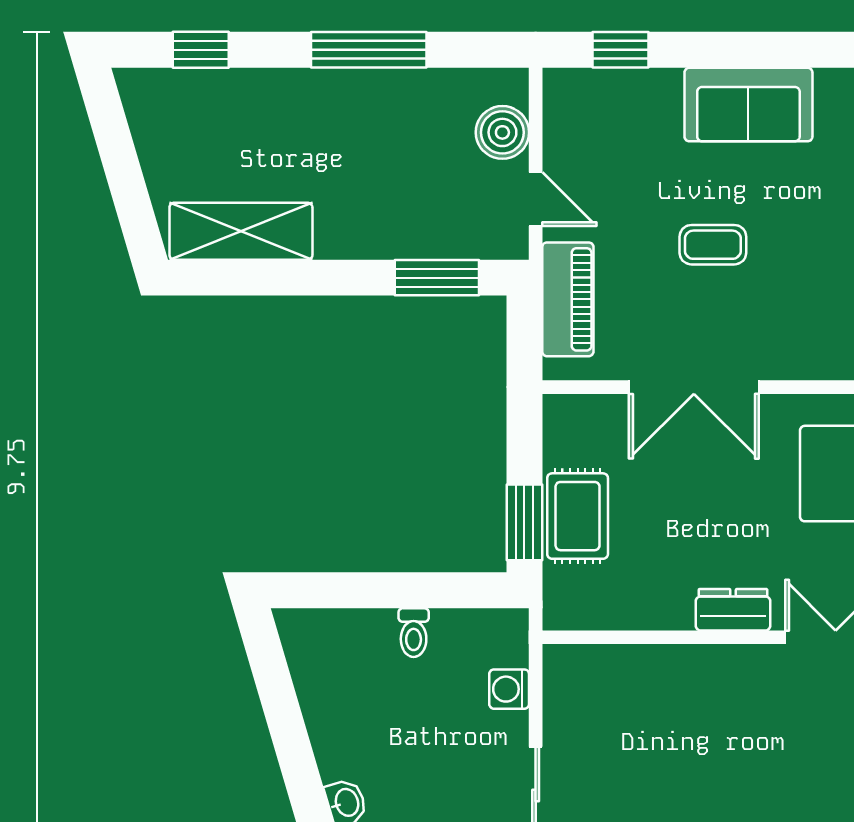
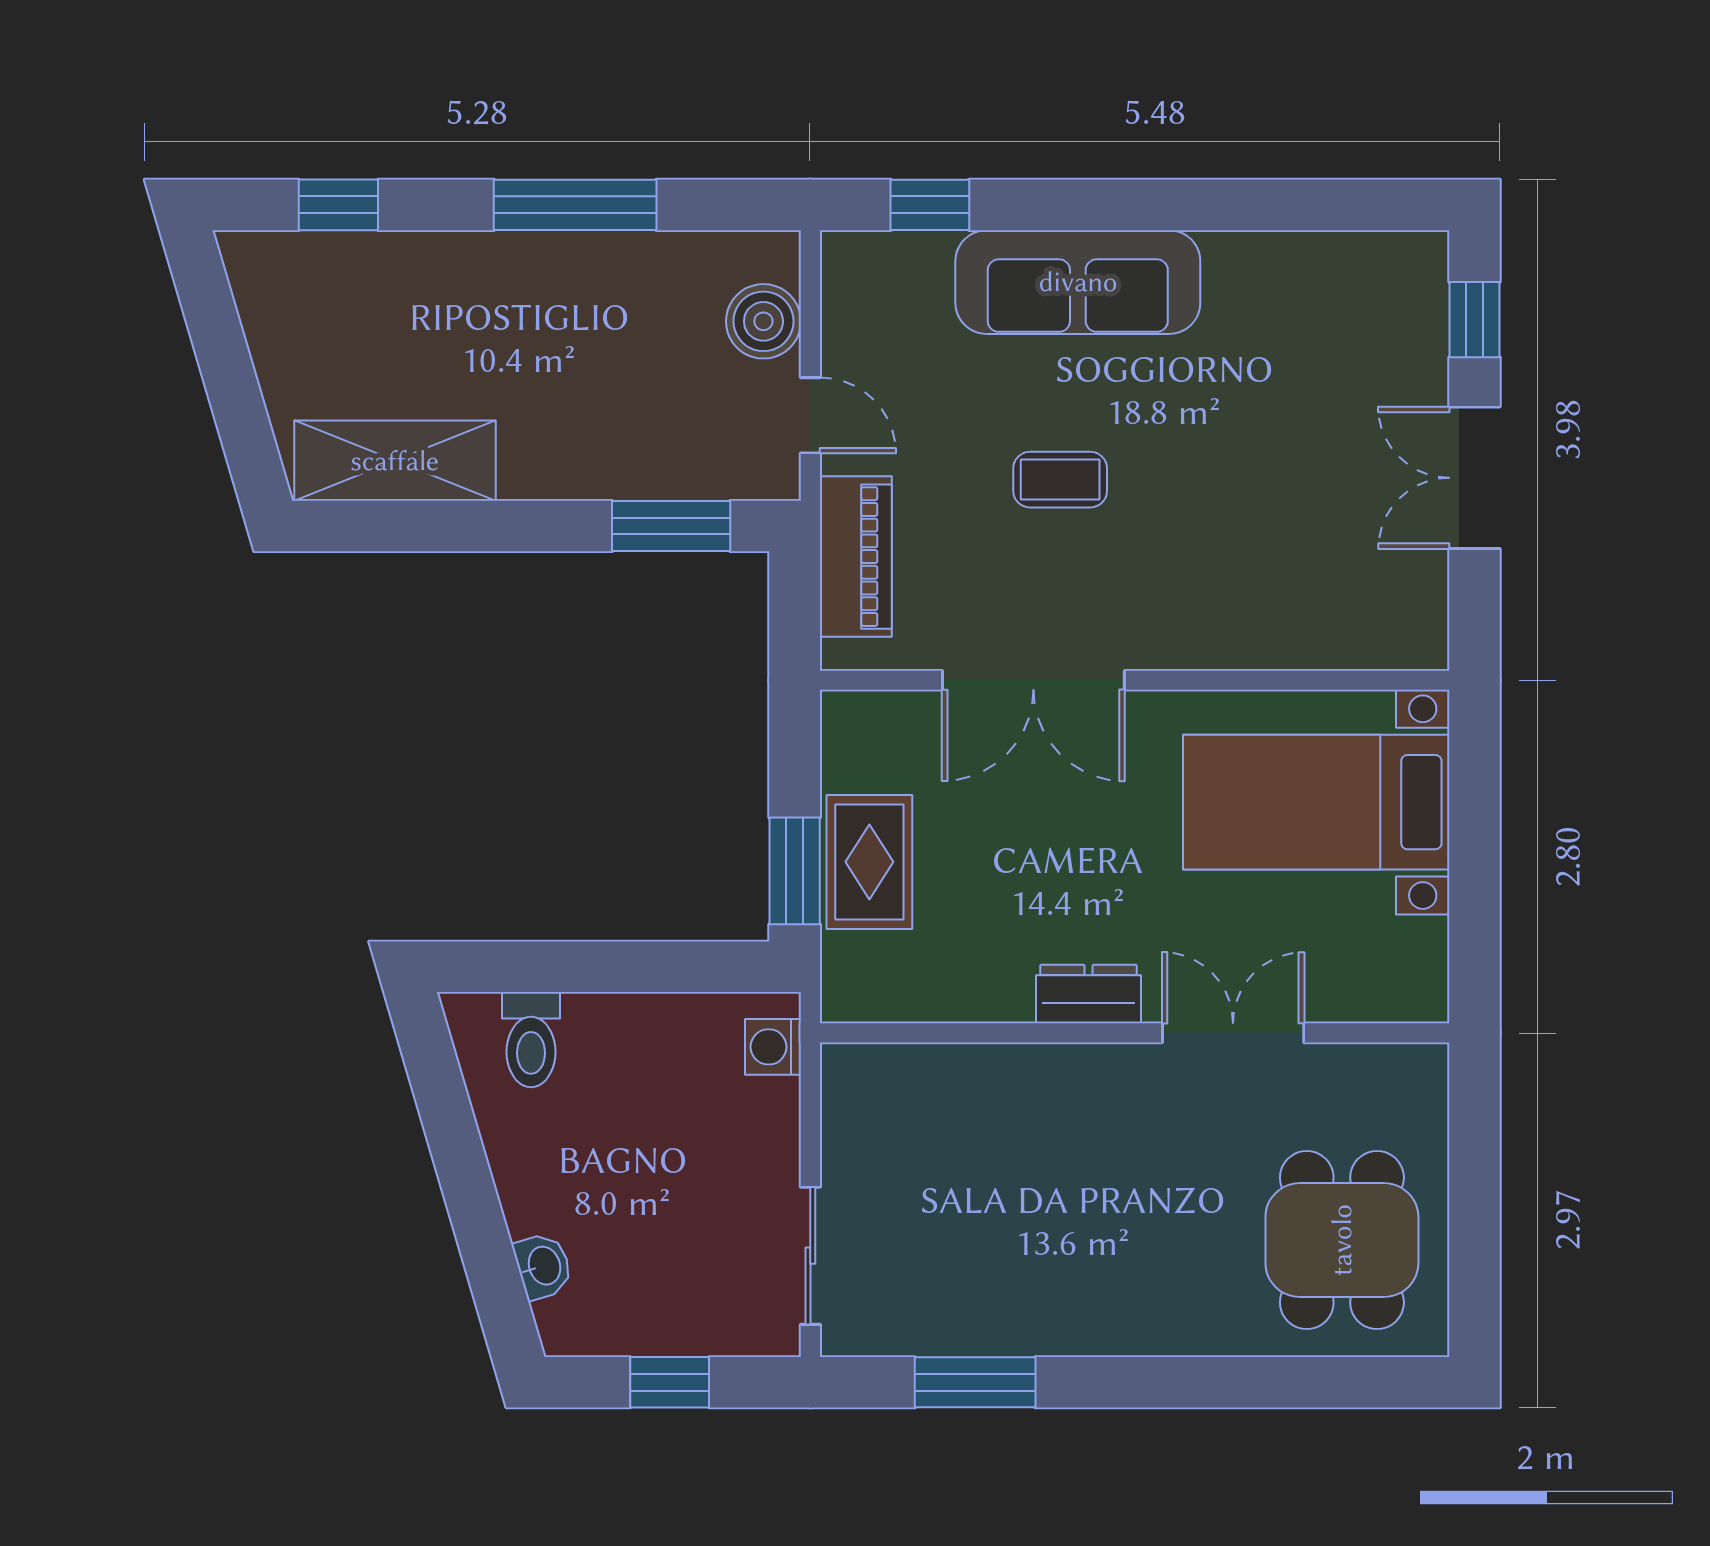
sofa: (748, 105) -> (1078, 282), width x1.36
toilet: (414, 633) -> (531, 1040), moved, width x1.37, depth x1.39
washing machine: (509, 689) -> (773, 1047), moved

